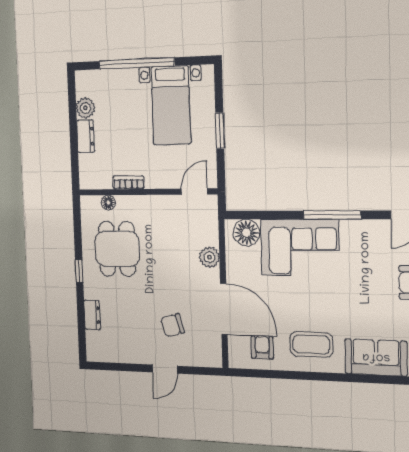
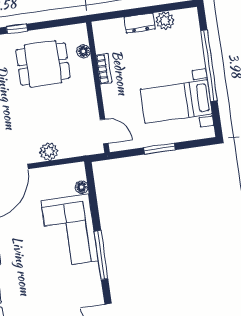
floor lamp: (246, 233) -> (82, 187), width x0.53, depth x0.53

